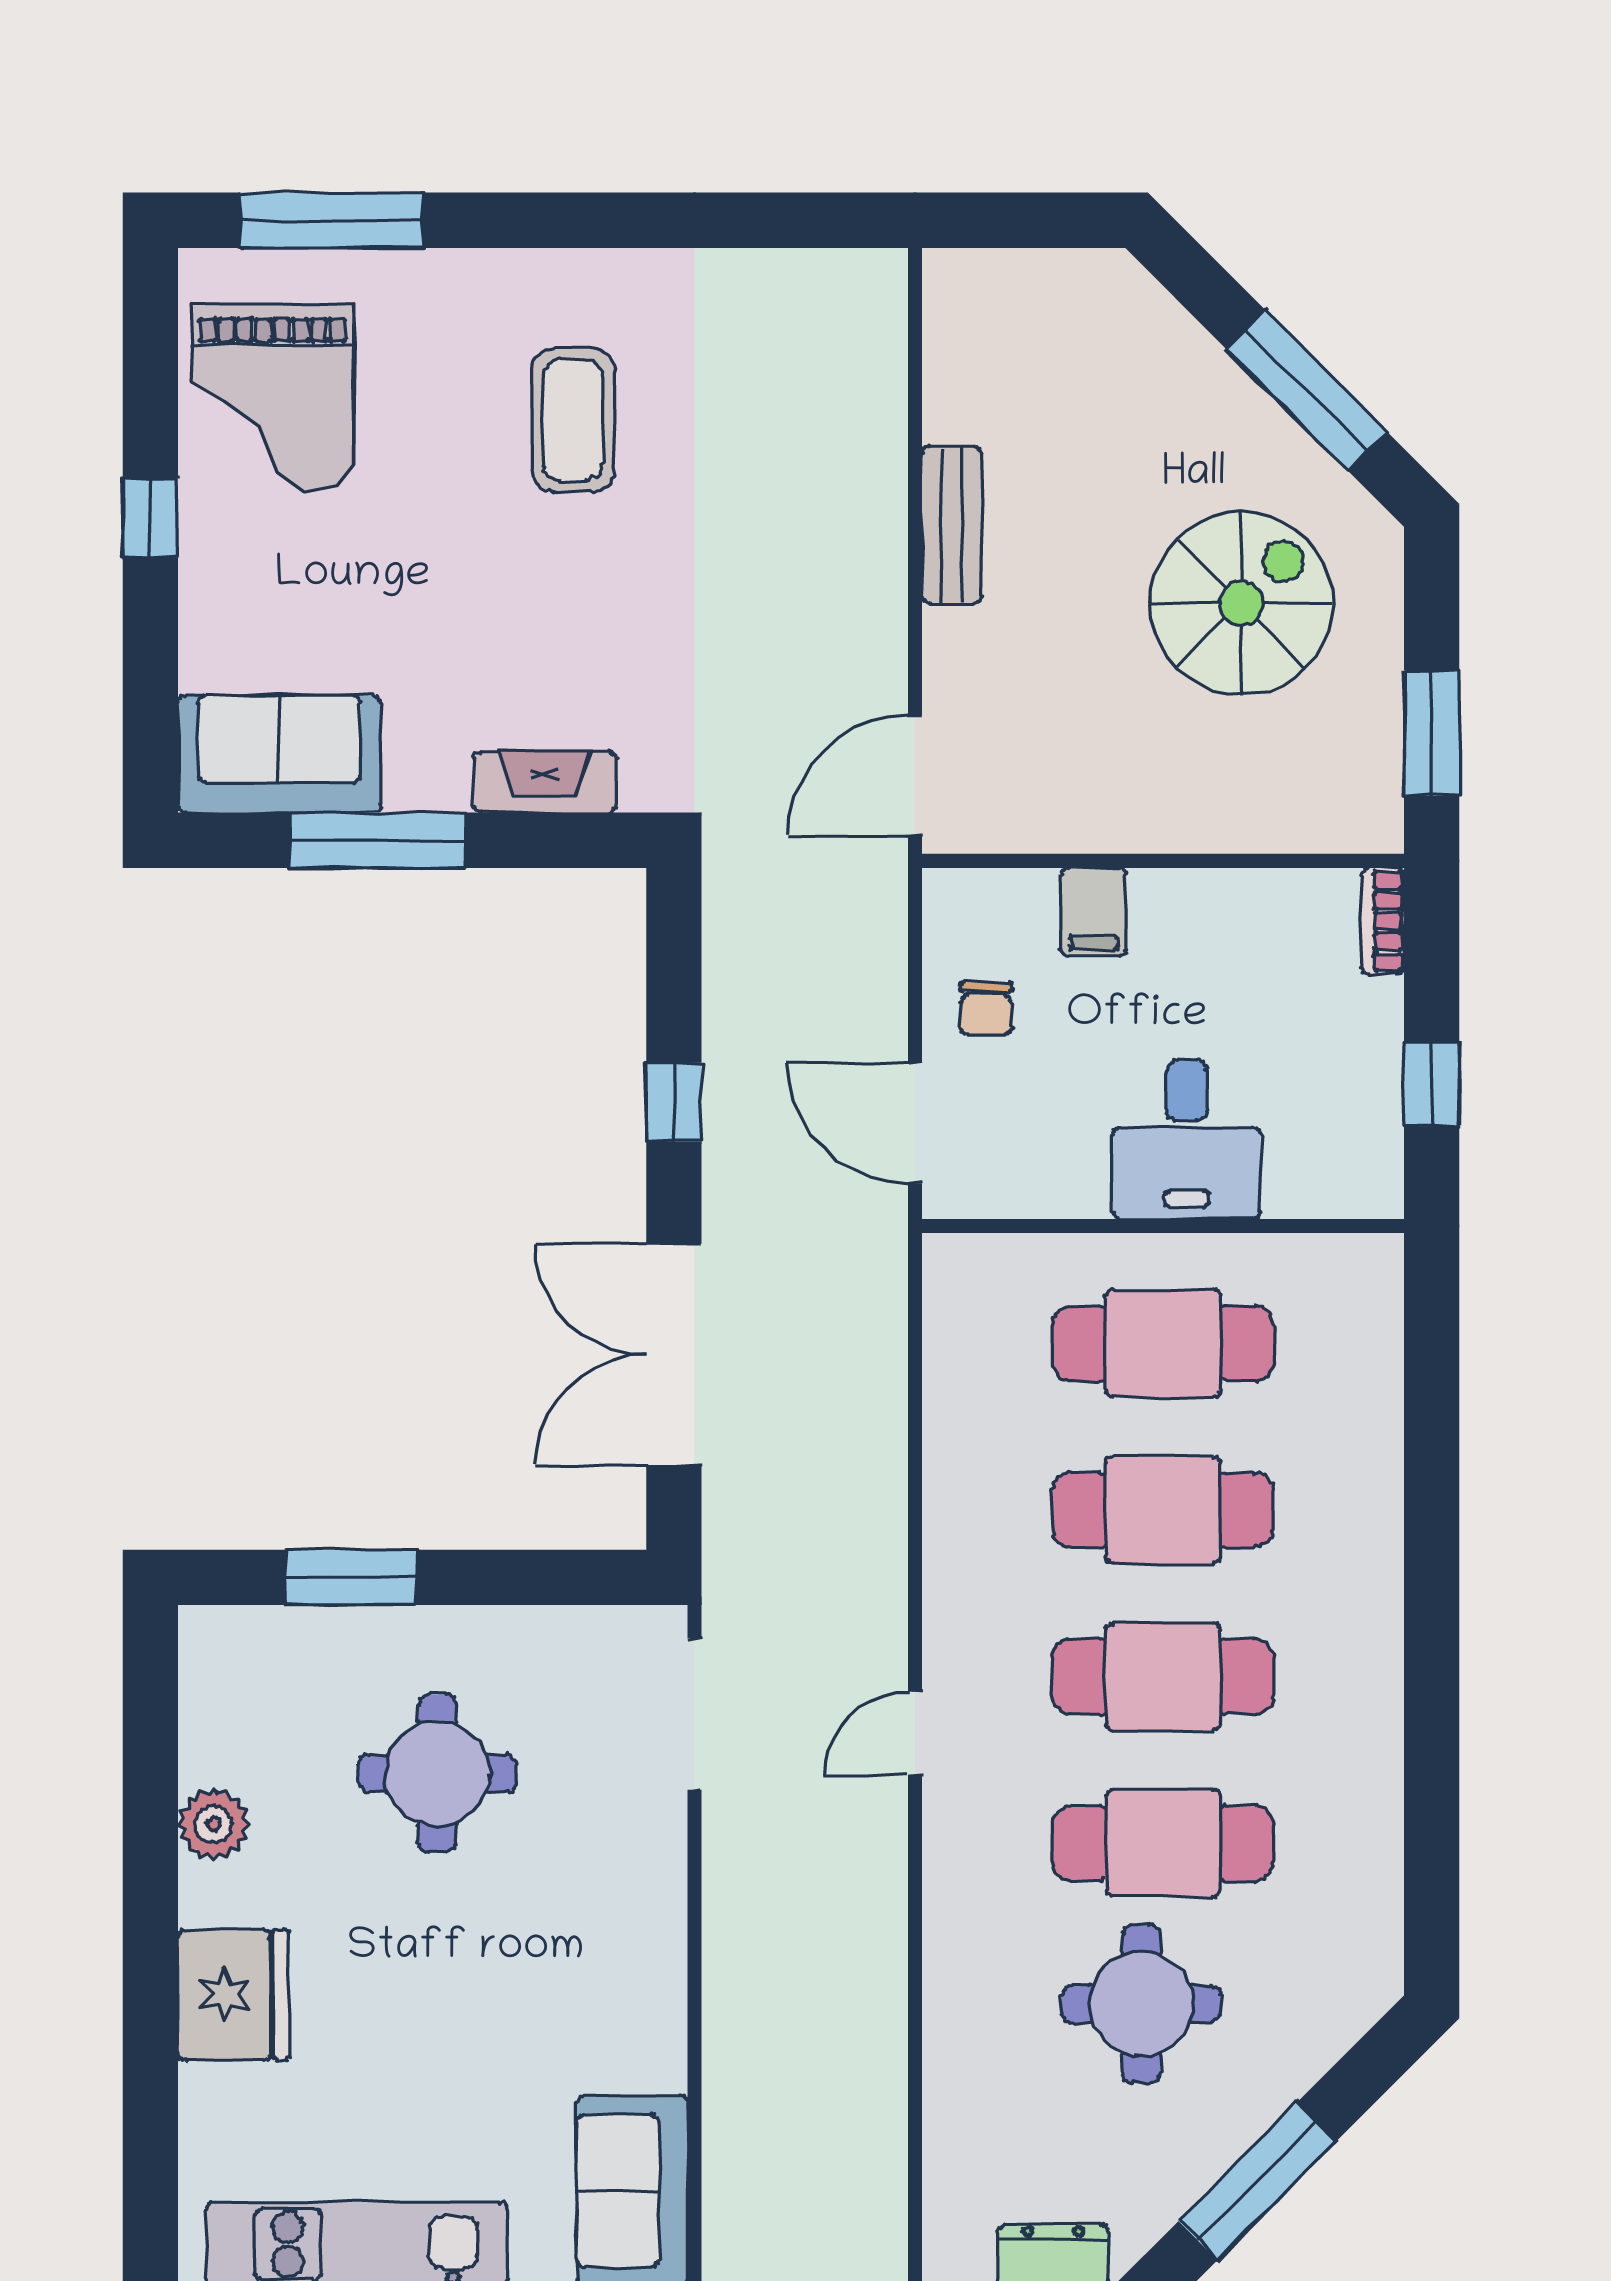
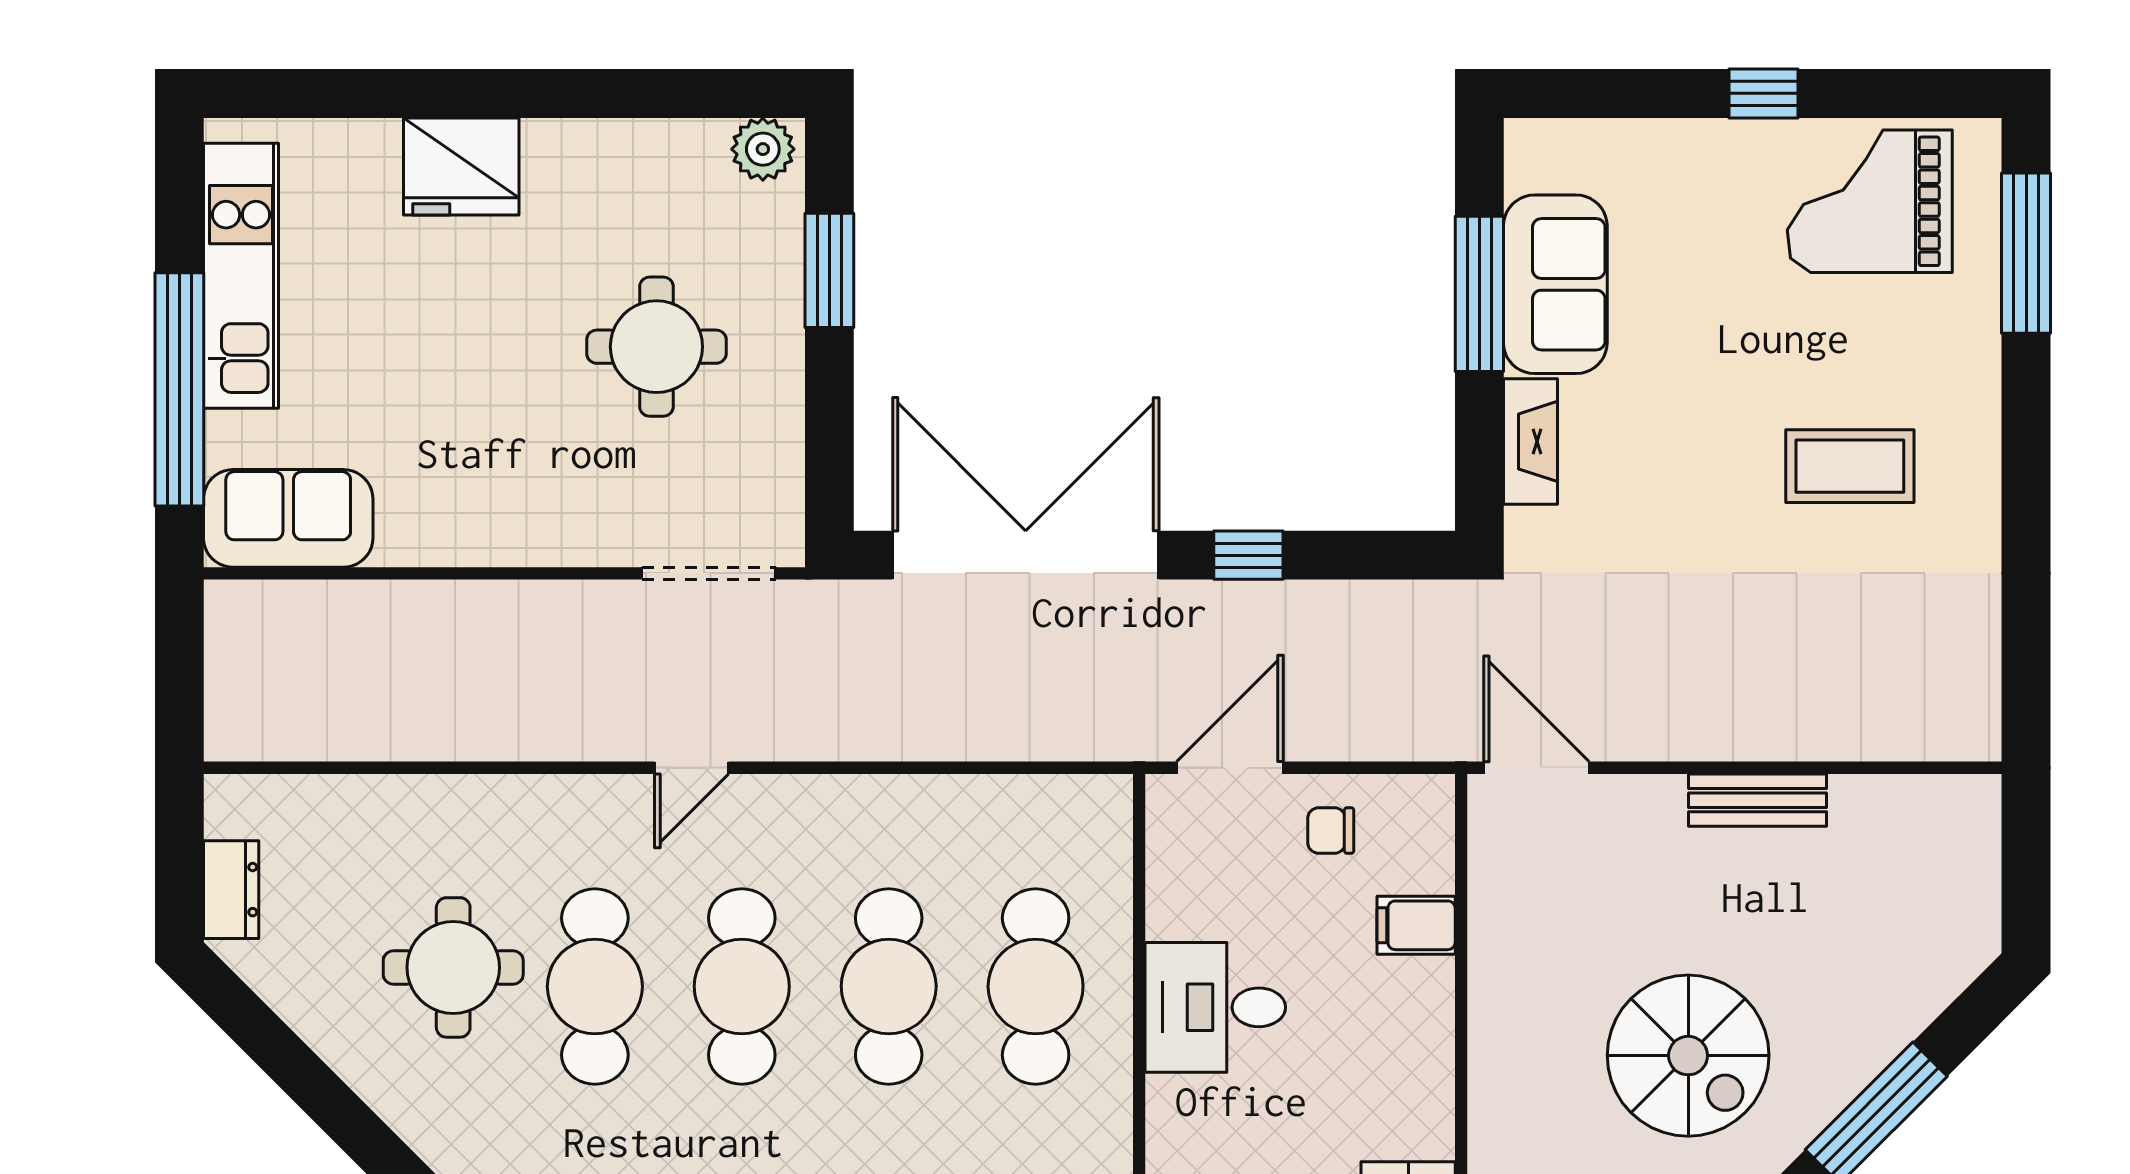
sofa: (279, 754) -> (1555, 284), moved
double door: (674, 1355) -> (1026, 555), width x1.36
door: (915, 1733) -> (692, 768), swing flipped
plant: (213, 1824) -> (763, 149), moved
window: (1257, 2181) -> (297, 1070), removed

